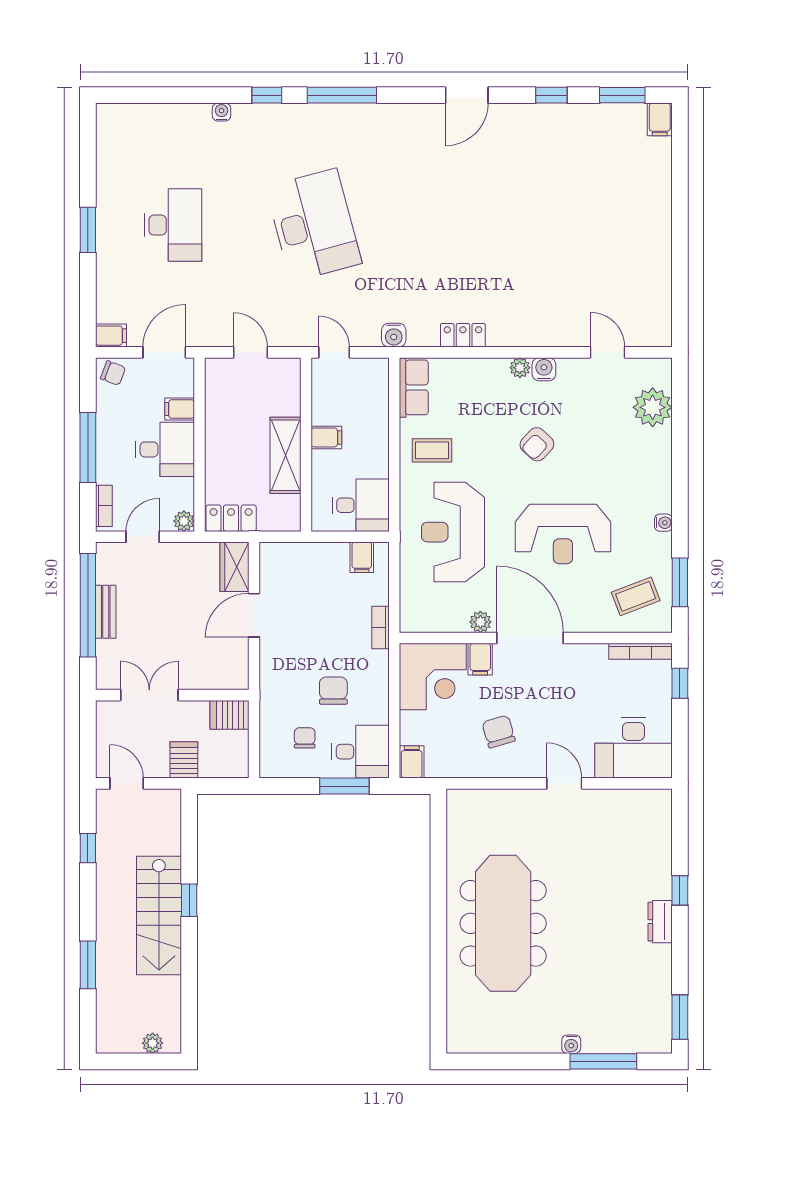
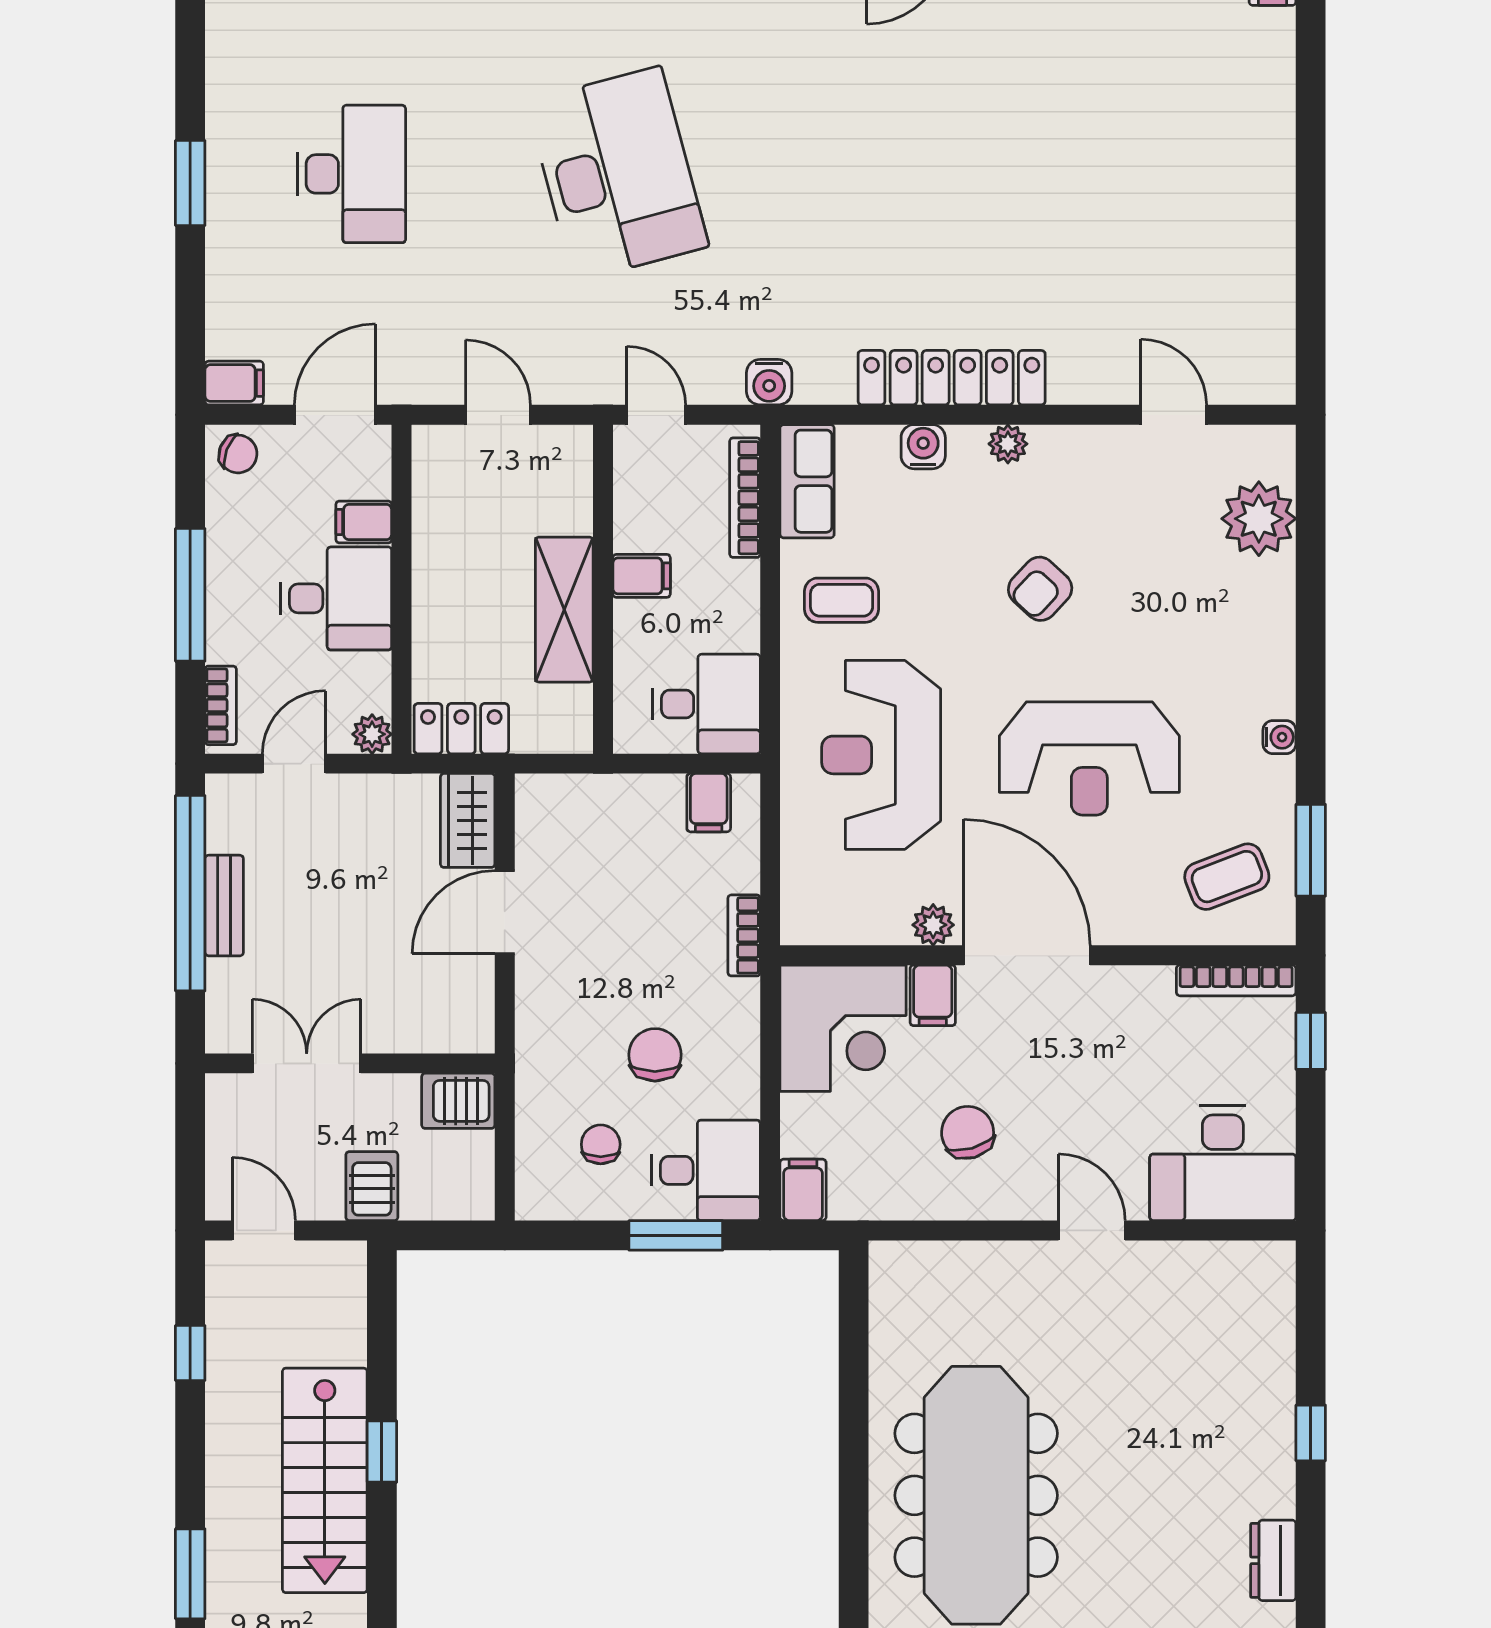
locker: (463, 335) -> (952, 378), width x2.16, depth x1.21
water cooler: (544, 369) -> (923, 447), moved
bookcase: (381, 396) -> (745, 498), added
dresser: (660, 922) -> (1273, 1560), moved

